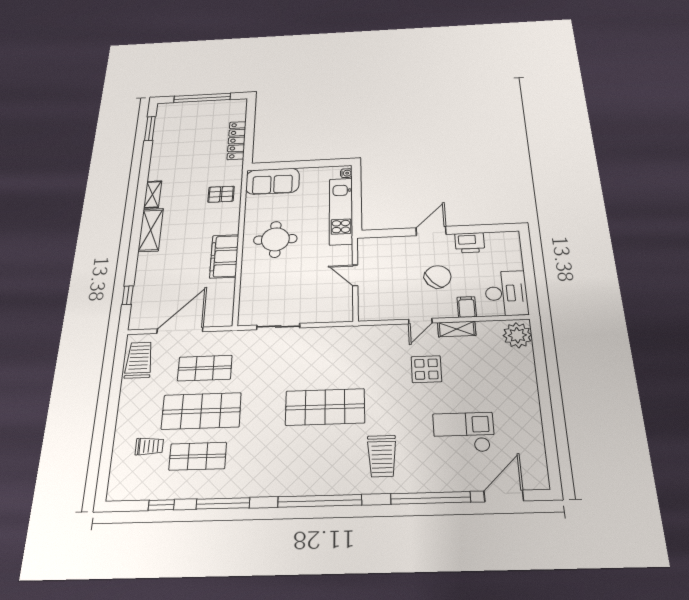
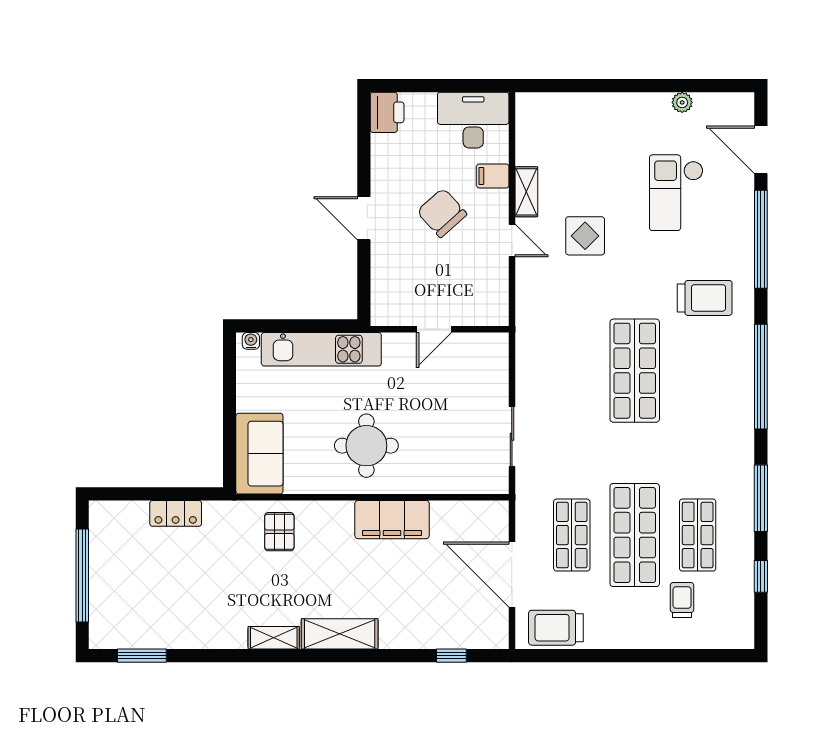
locker: (237, 140) -> (176, 513), width x0.66
printer: (470, 243) -> (387, 112), moved
plant: (517, 335) -> (682, 102), moved, width x0.53, depth x0.53

